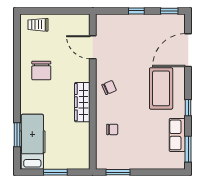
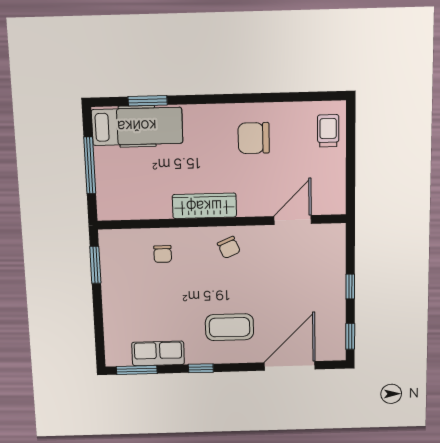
door: (188, 50) -> (290, 366), hinge flipped
coffee table: (161, 88) -> (229, 327), width x0.73, depth x0.76
window: (55, 172) -> (90, 165), width x1.44

